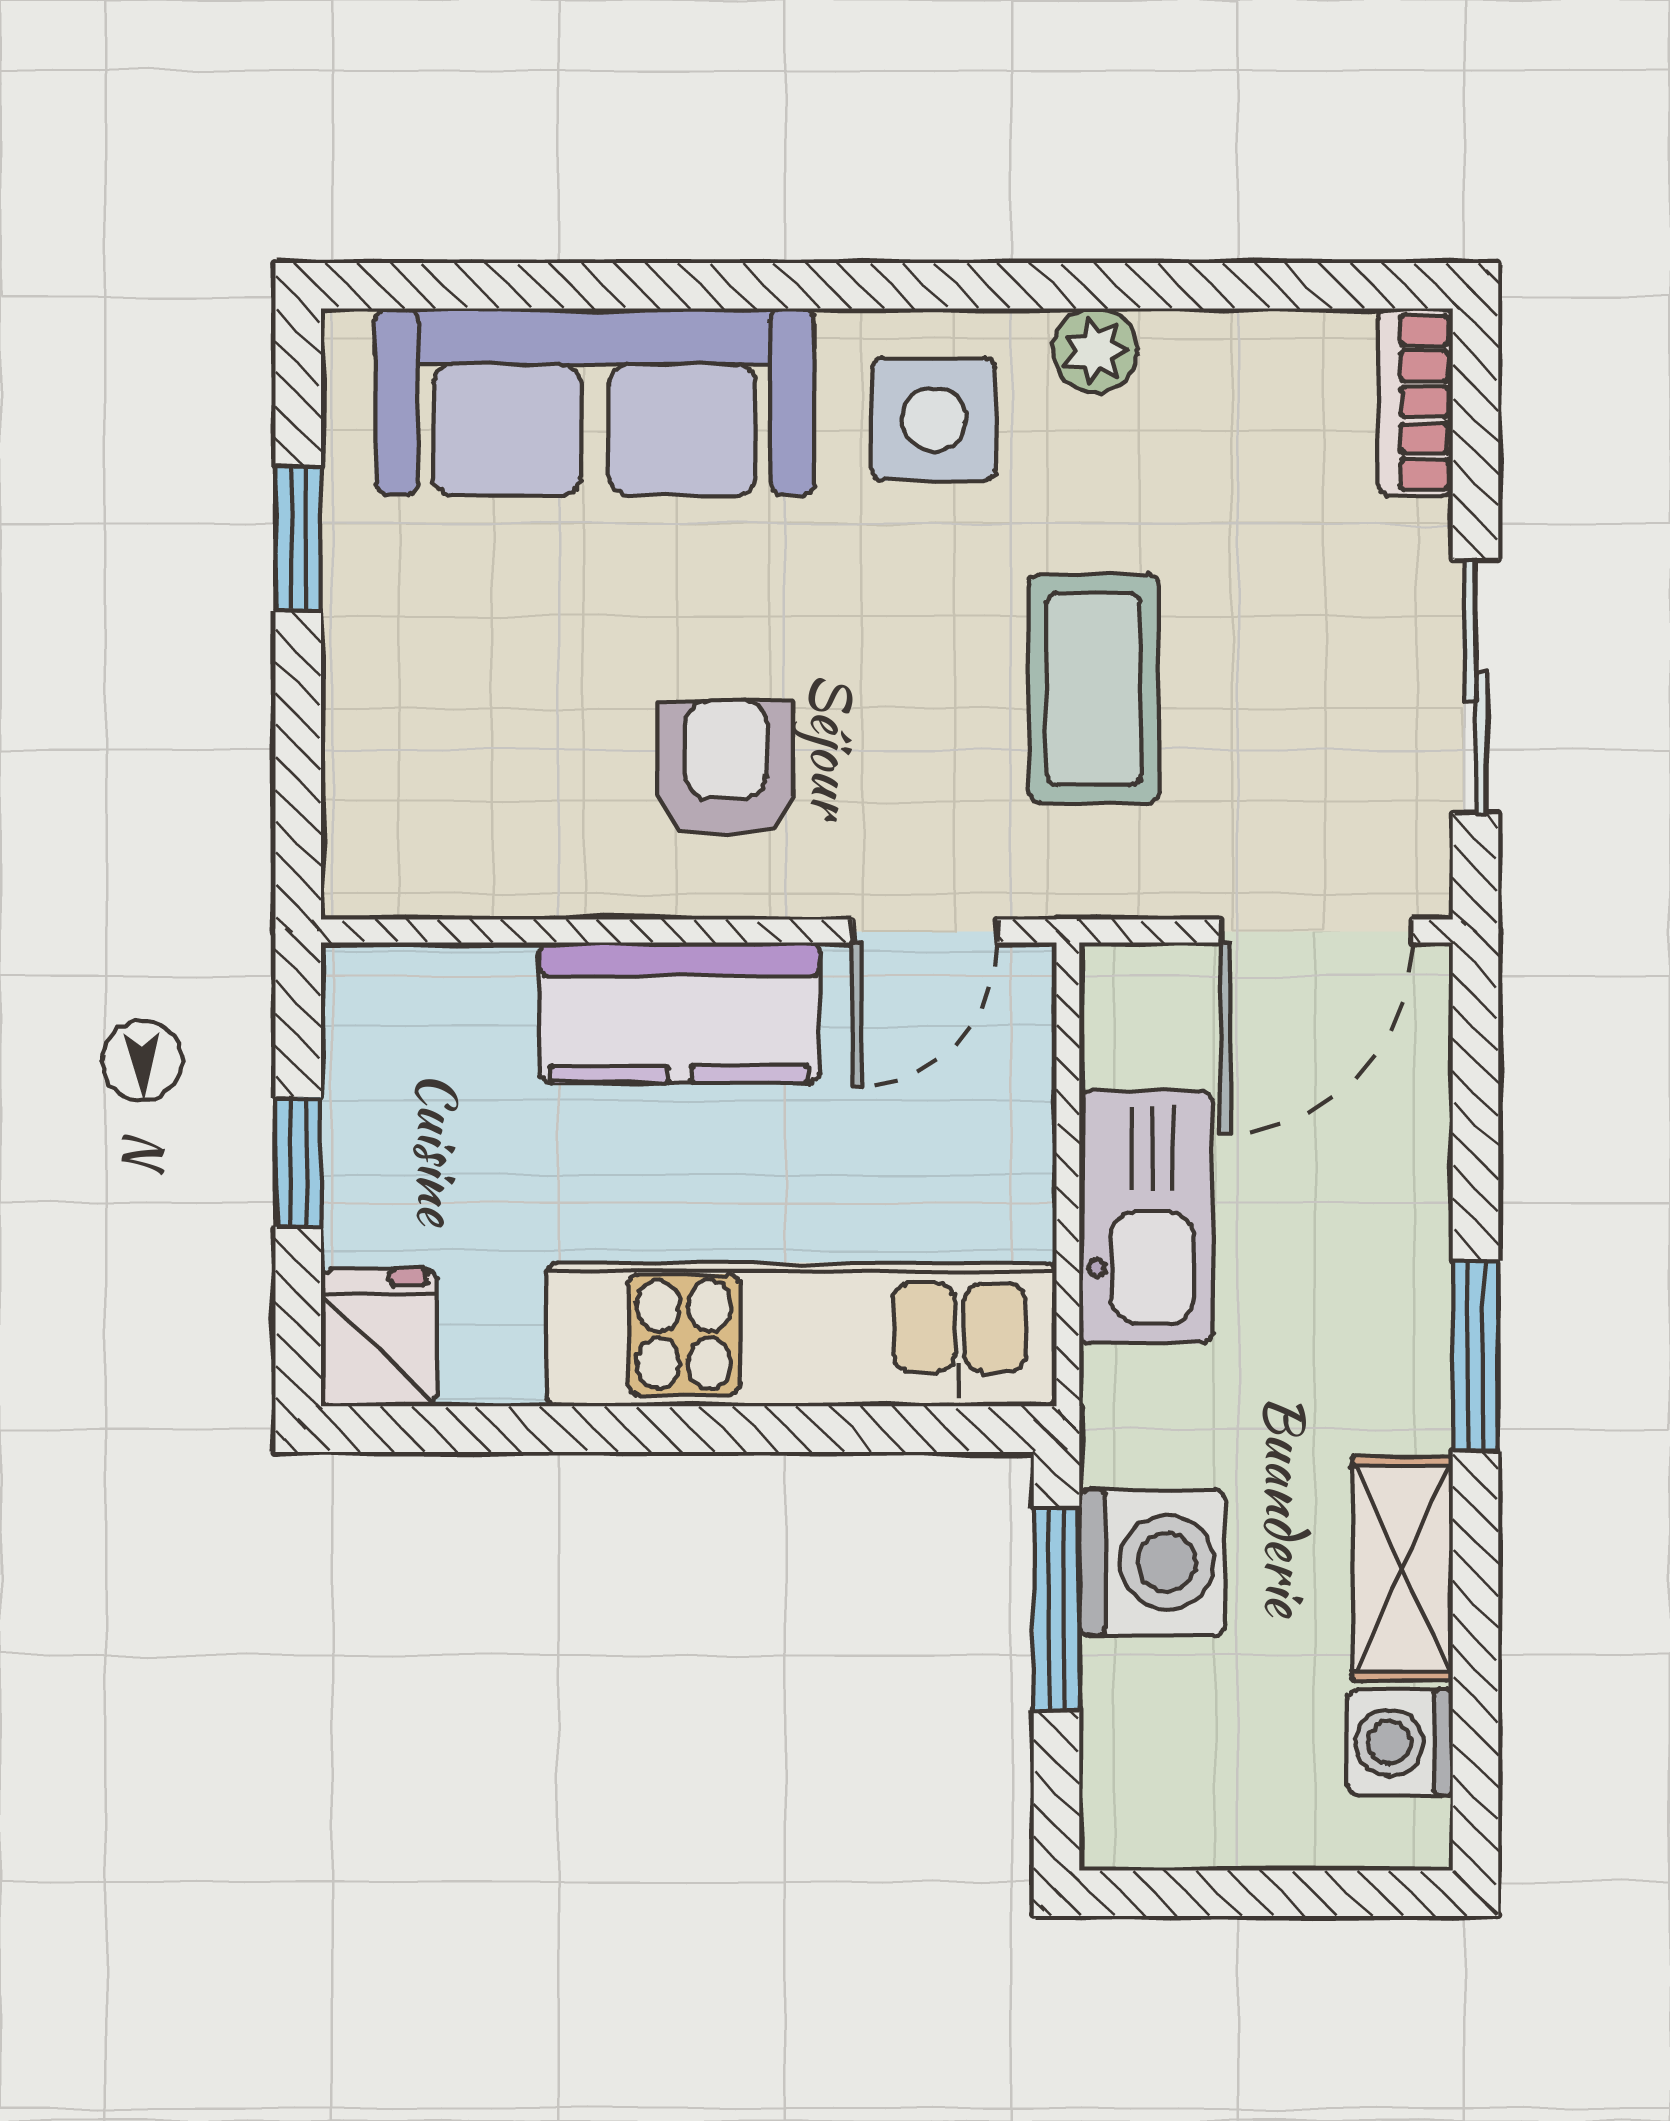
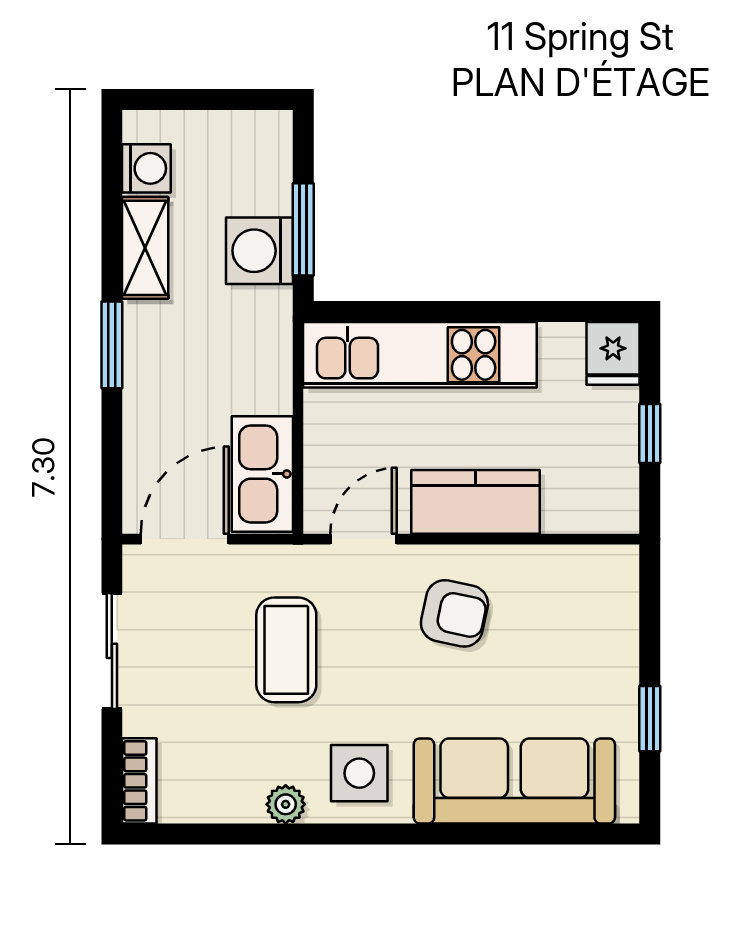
armchair: (726, 769) -> (454, 613), turned -78
kitchen sink: (1146, 1217) -> (262, 474), moved

